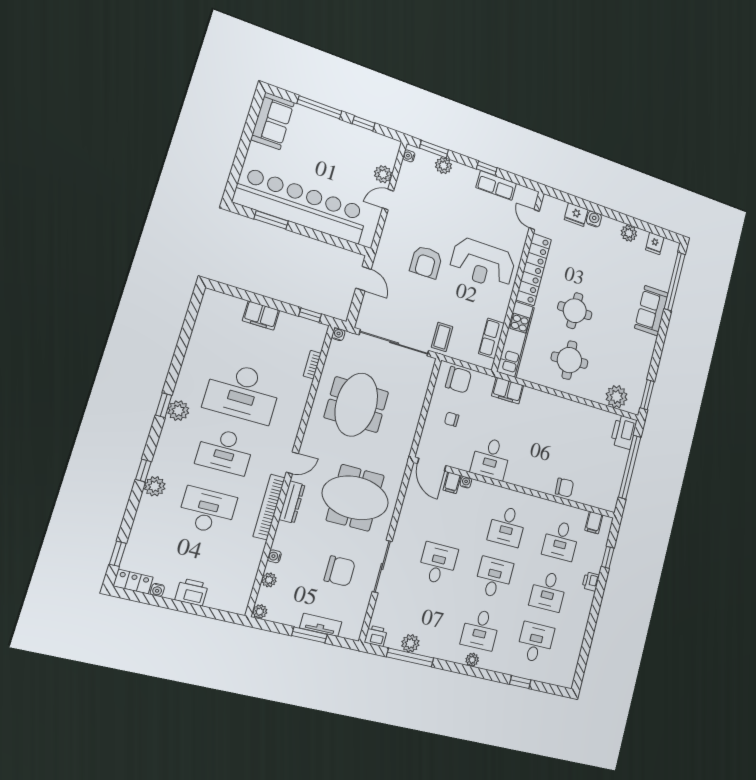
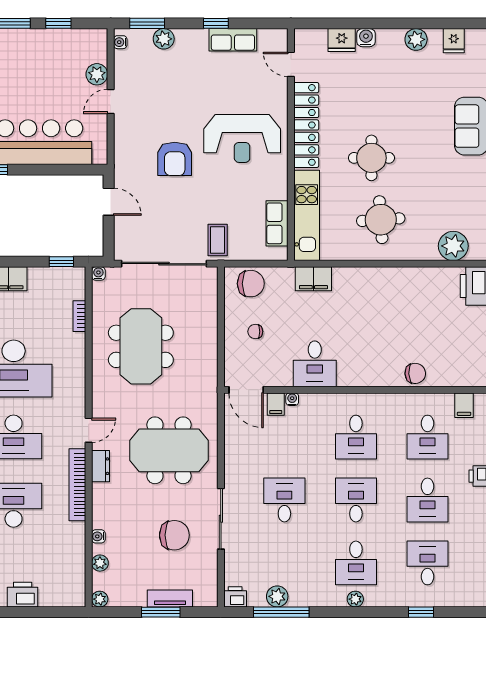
dresser: (292, 502) -> (101, 466), width x0.70

